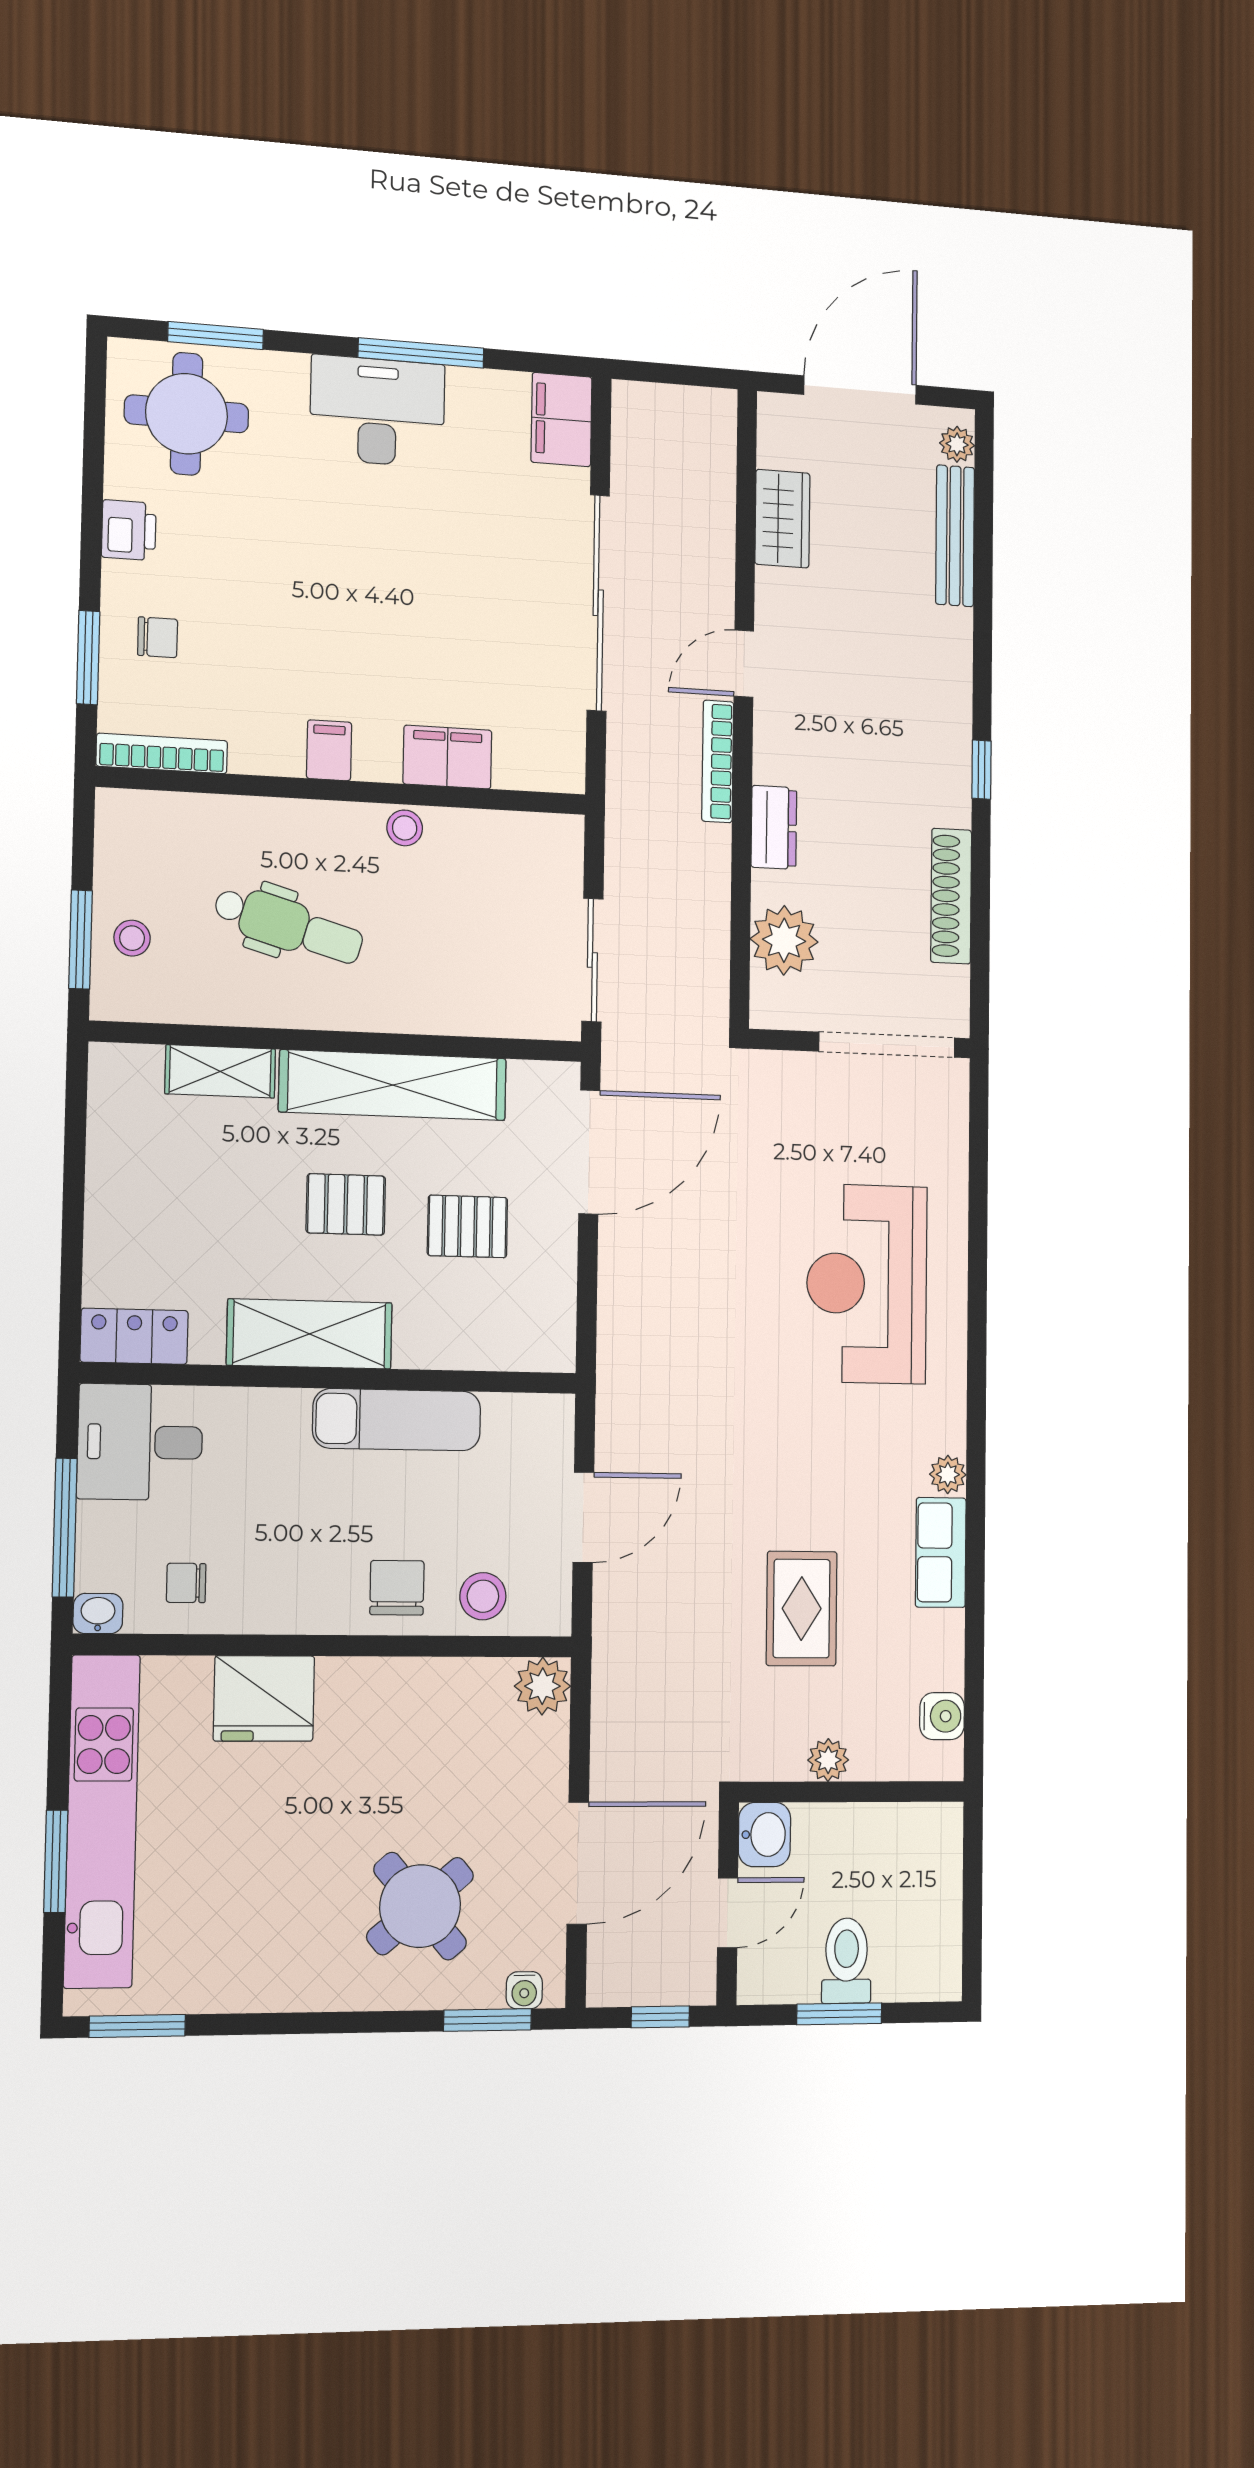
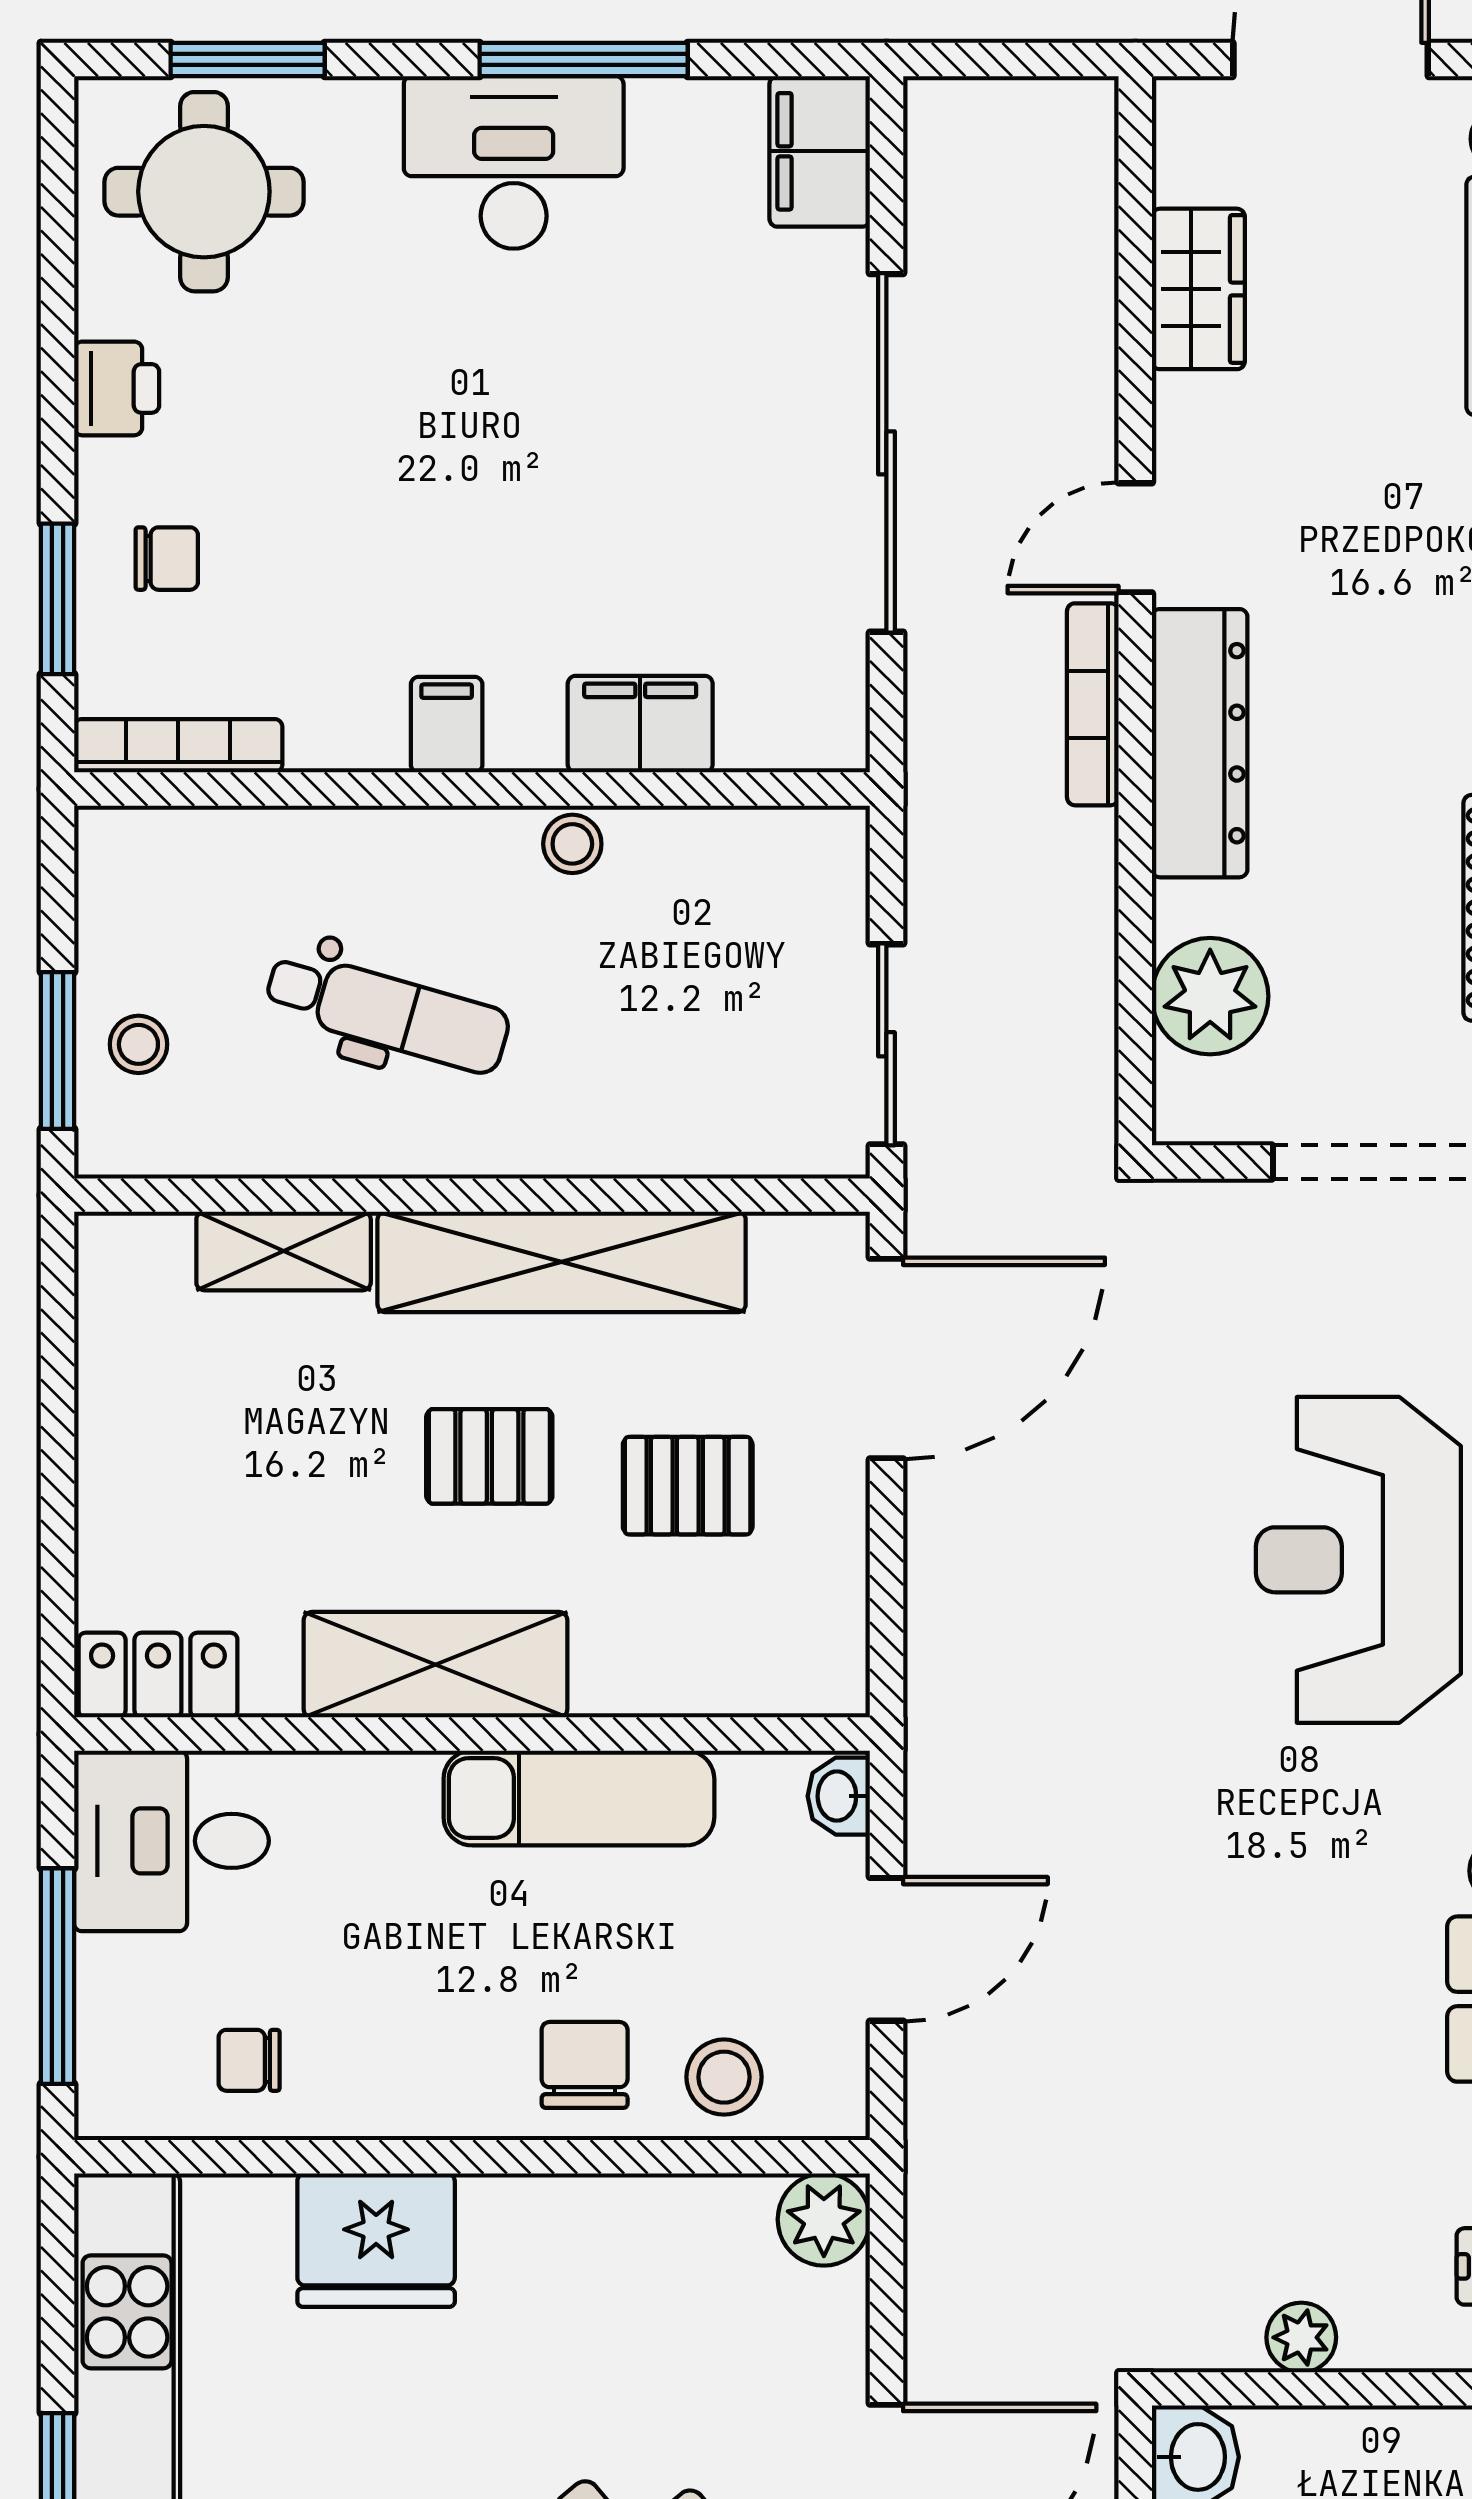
dresser: (774, 827) -> (1200, 743), width x1.96, depth x1.24
rug: (802, 1609) -> (1253, 2093), removed
washbasin: (98, 1614) -> (839, 1796), moved, turned -90

